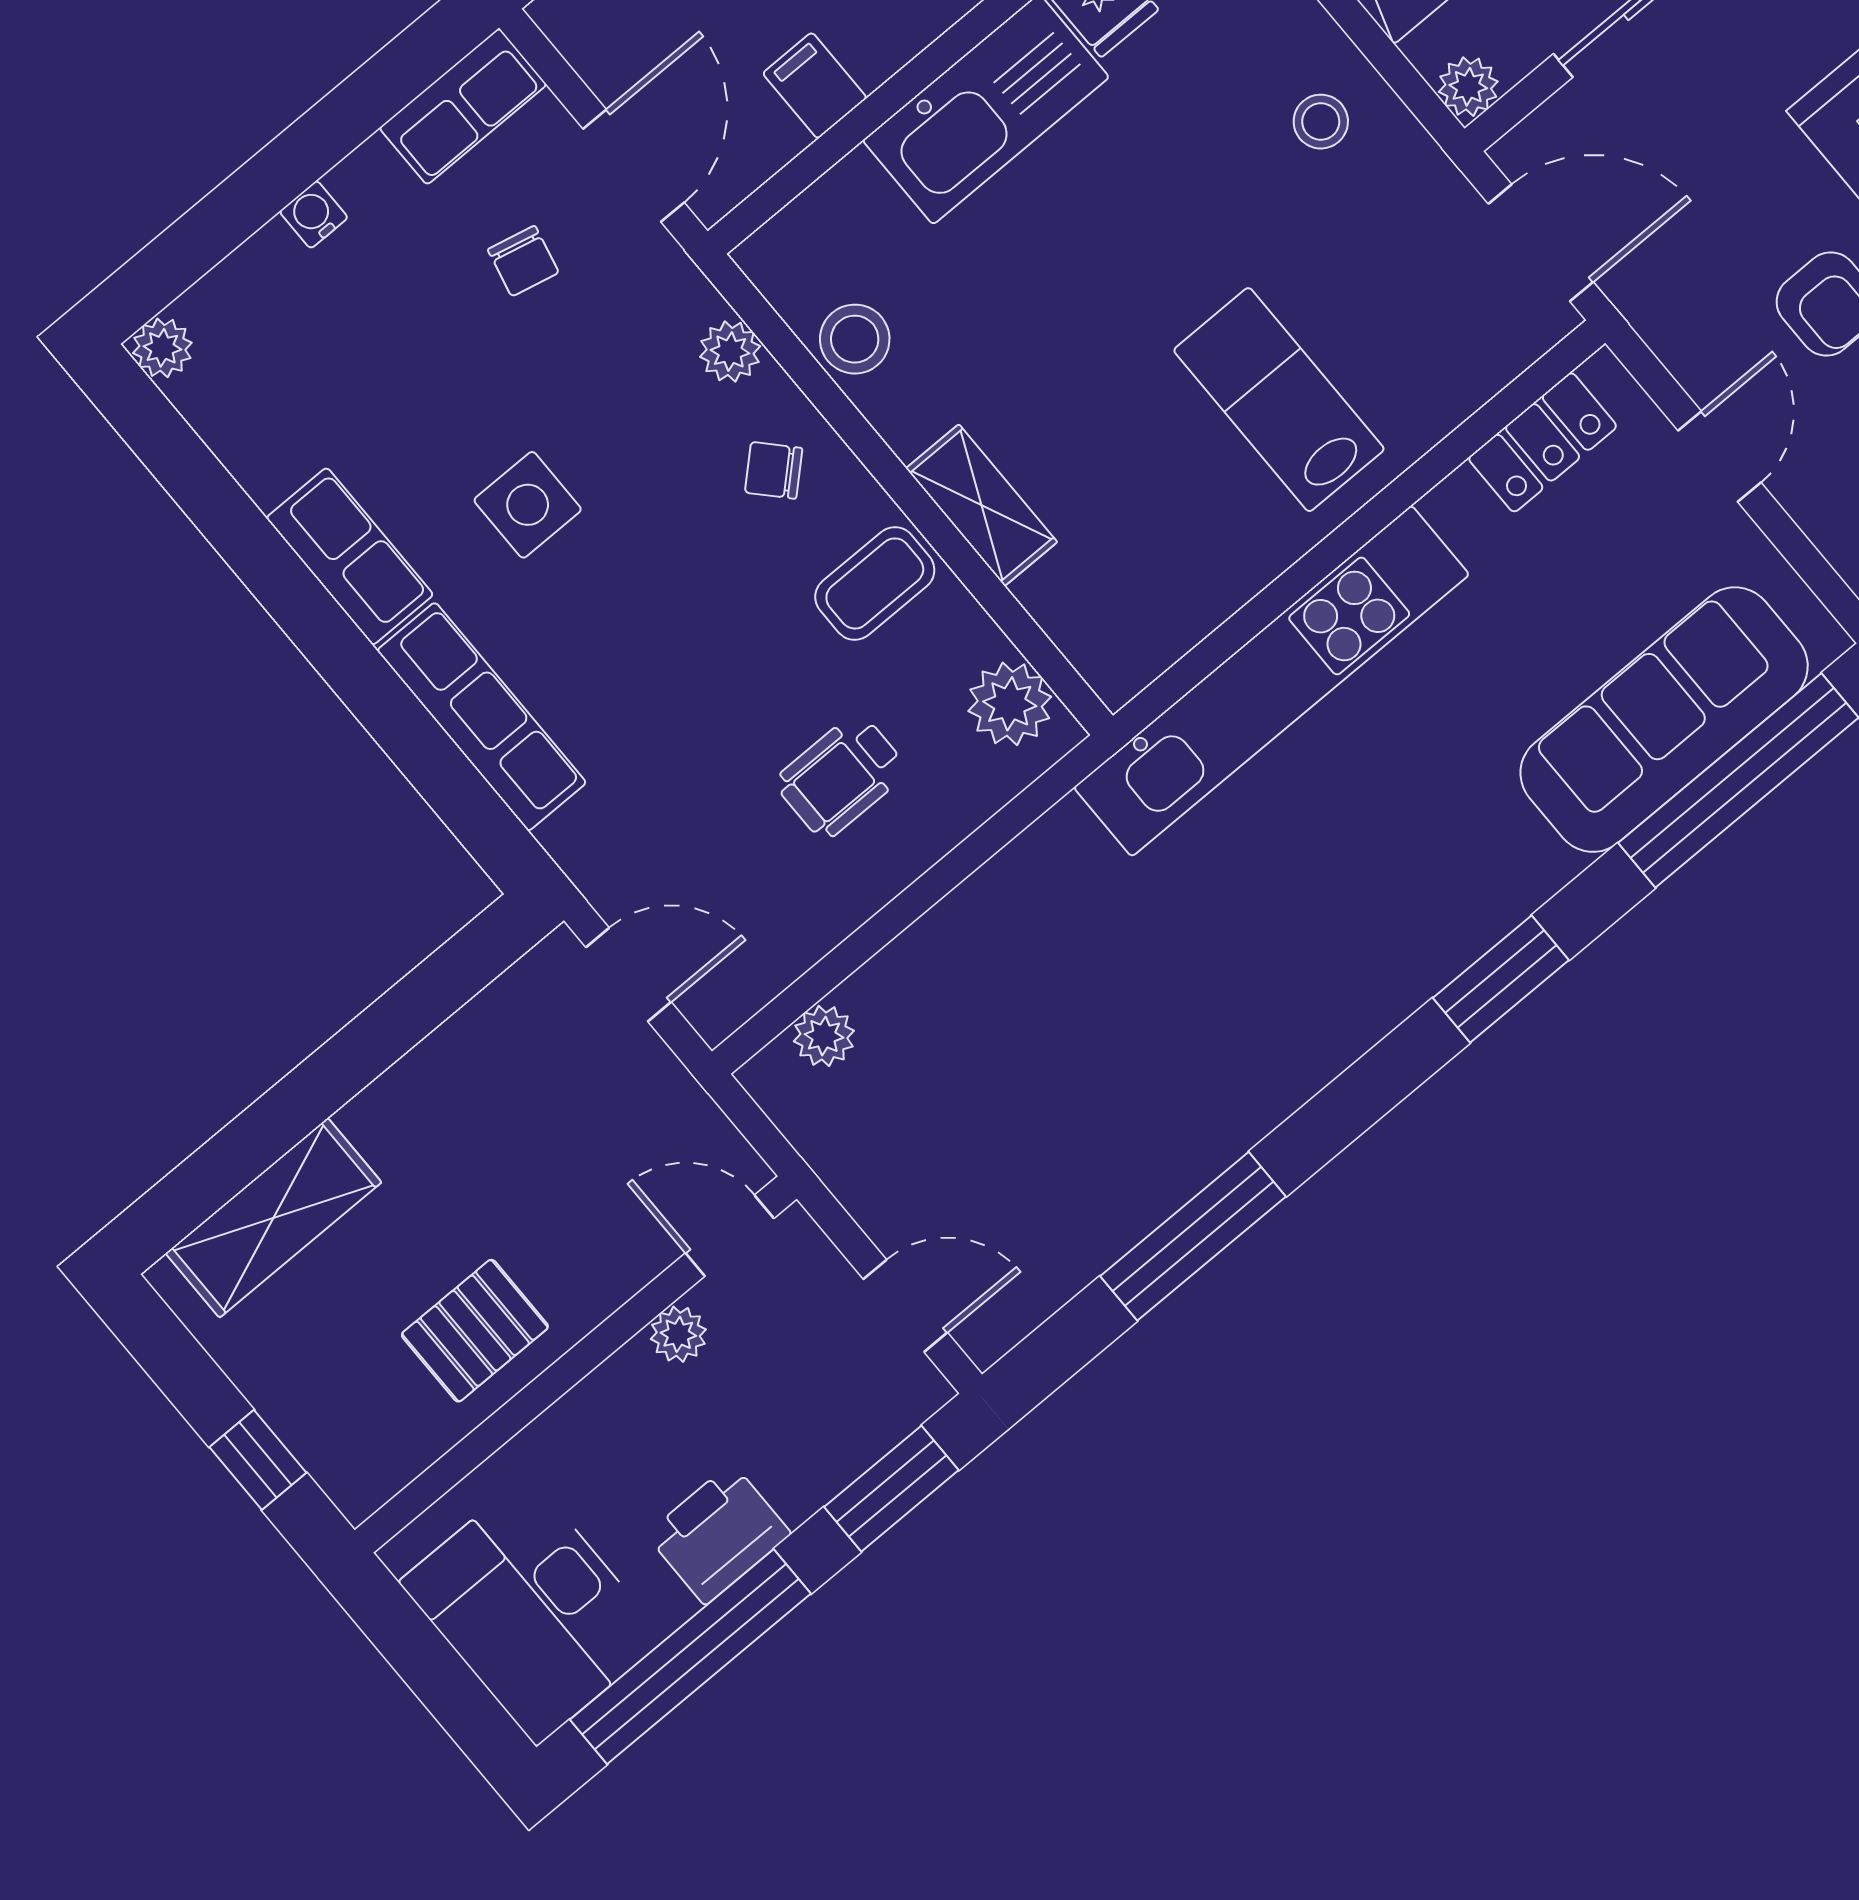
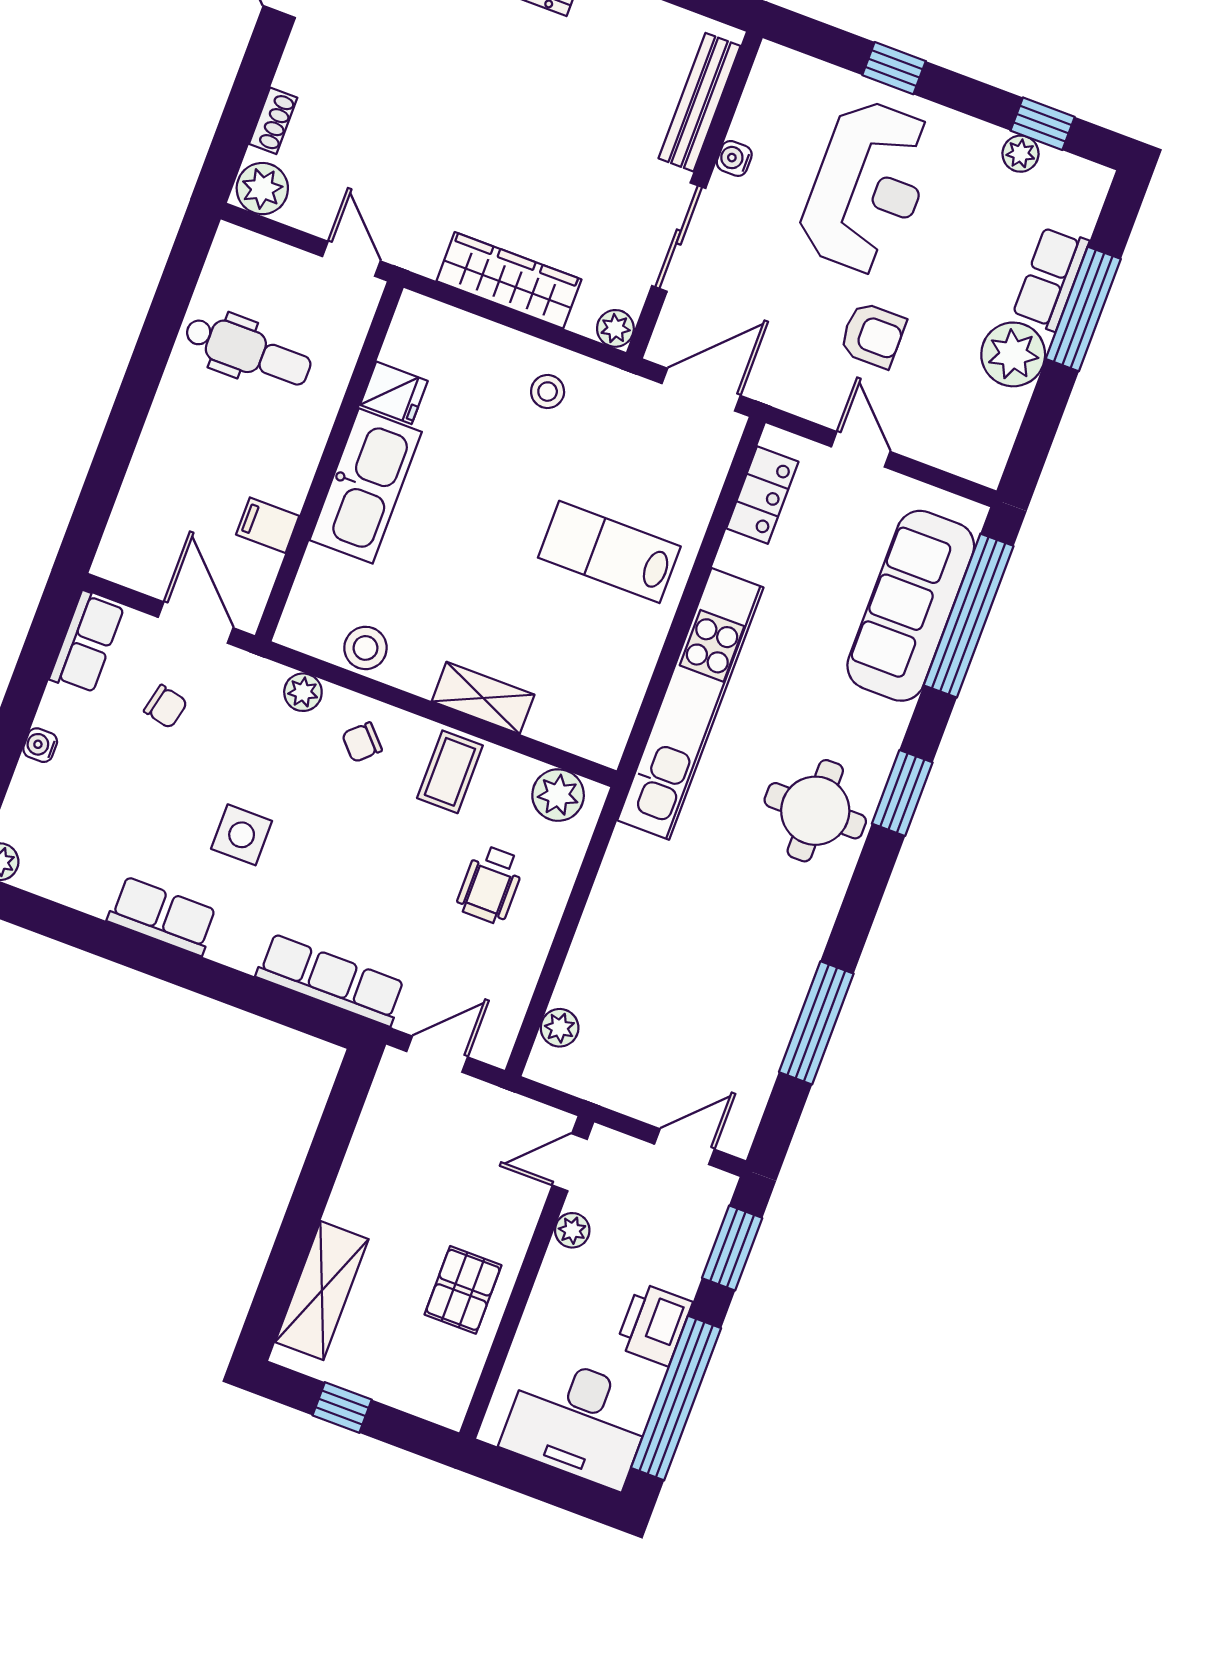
row of seats: (482, 717) -> (331, 980), moved
round table: (1363, 934) -> (815, 811), added
window: (258, 1460) -> (342, 1407), moved

